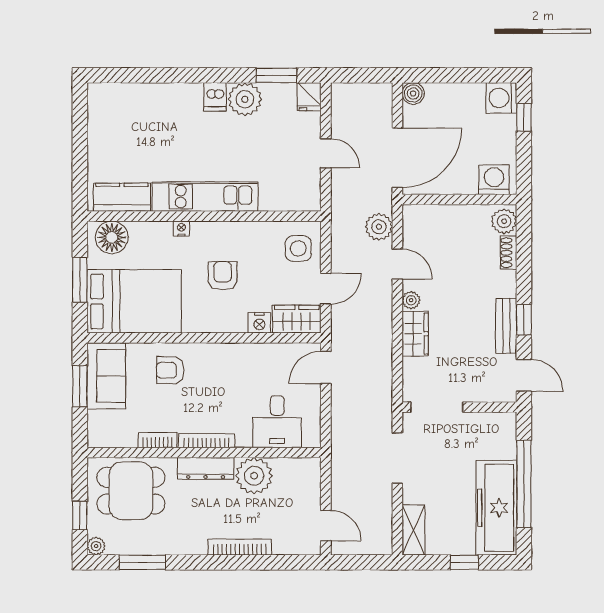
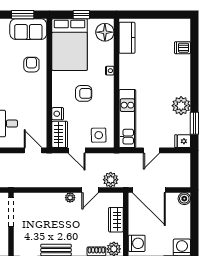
dishwasher: (215, 97) -> (182, 48), moved
kitchen unit: (205, 197) -> (127, 119), moved
window: (80, 280) -> (81, 15), width x0.67
wardrobe: (415, 334) -> (116, 220), moved, turned 90

